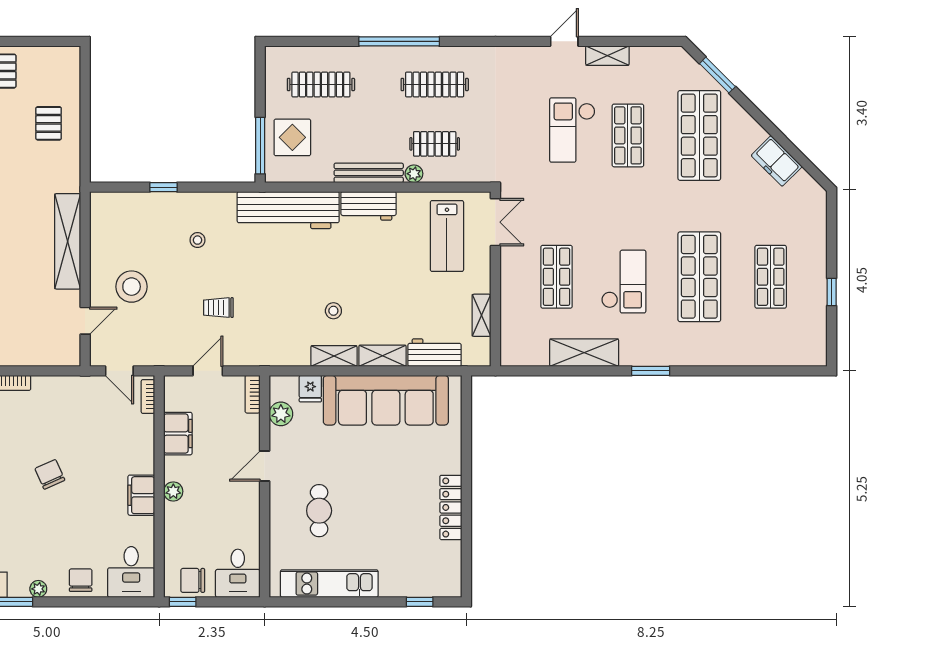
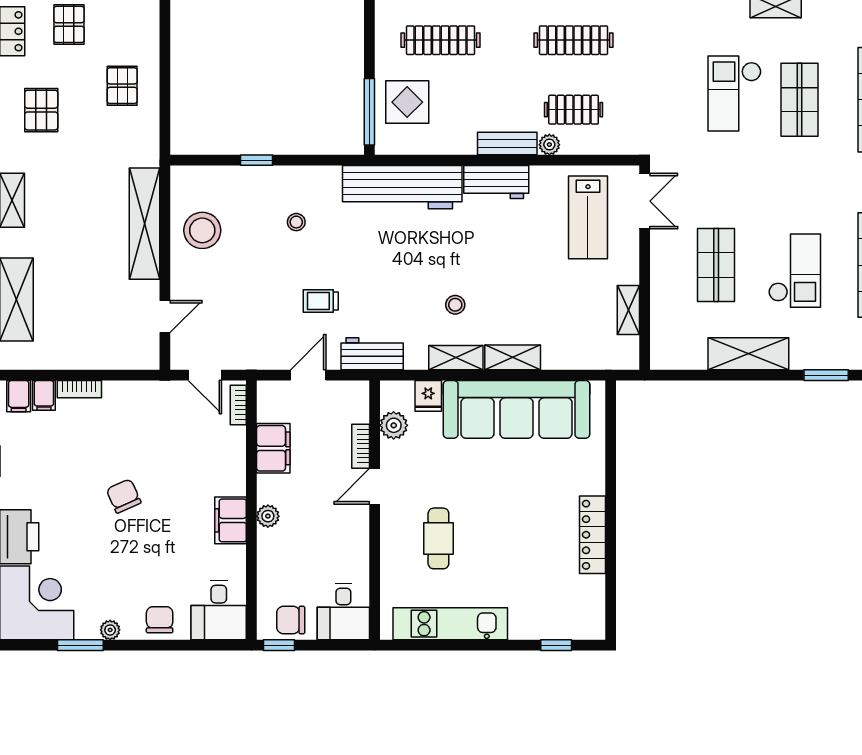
bench: (369, 173) -> (507, 144), width x0.73
stool: (132, 287) -> (202, 230), moved
workbench: (435, 353) -> (372, 354), moved
bookcase: (253, 394) -> (361, 446), moved

